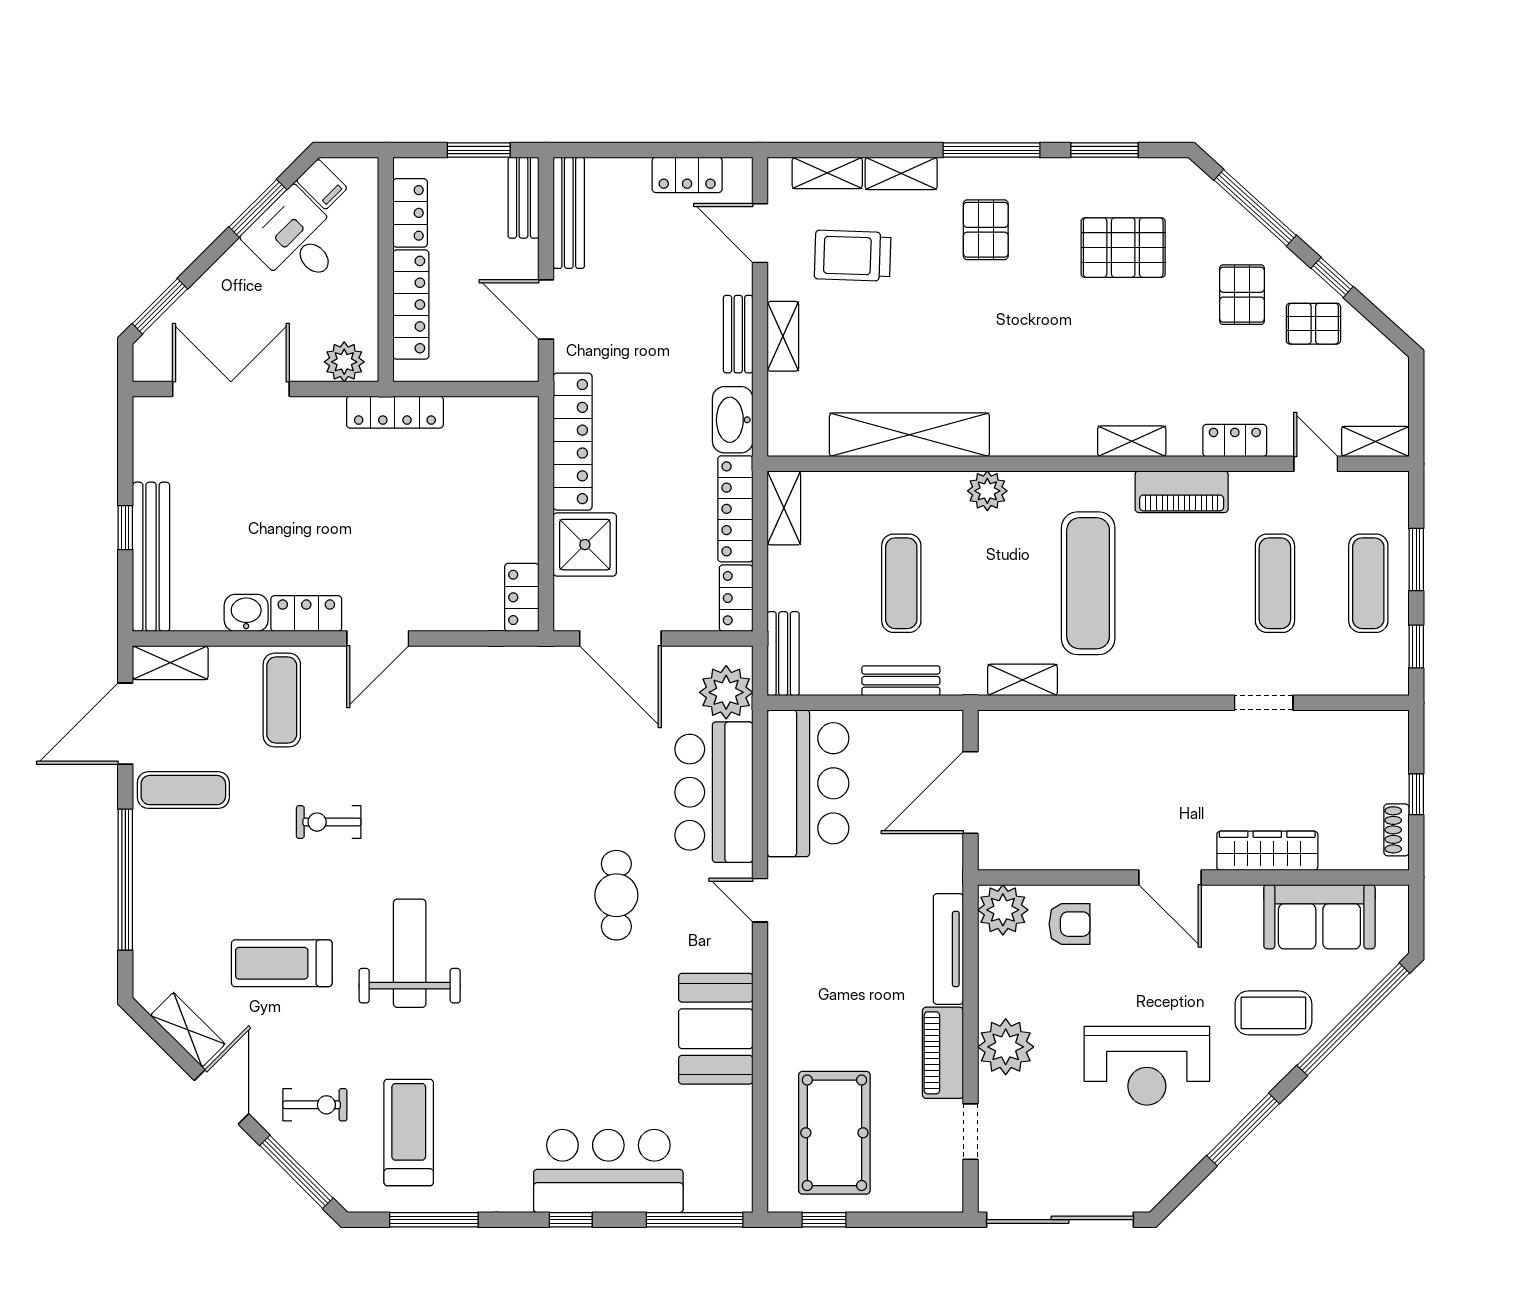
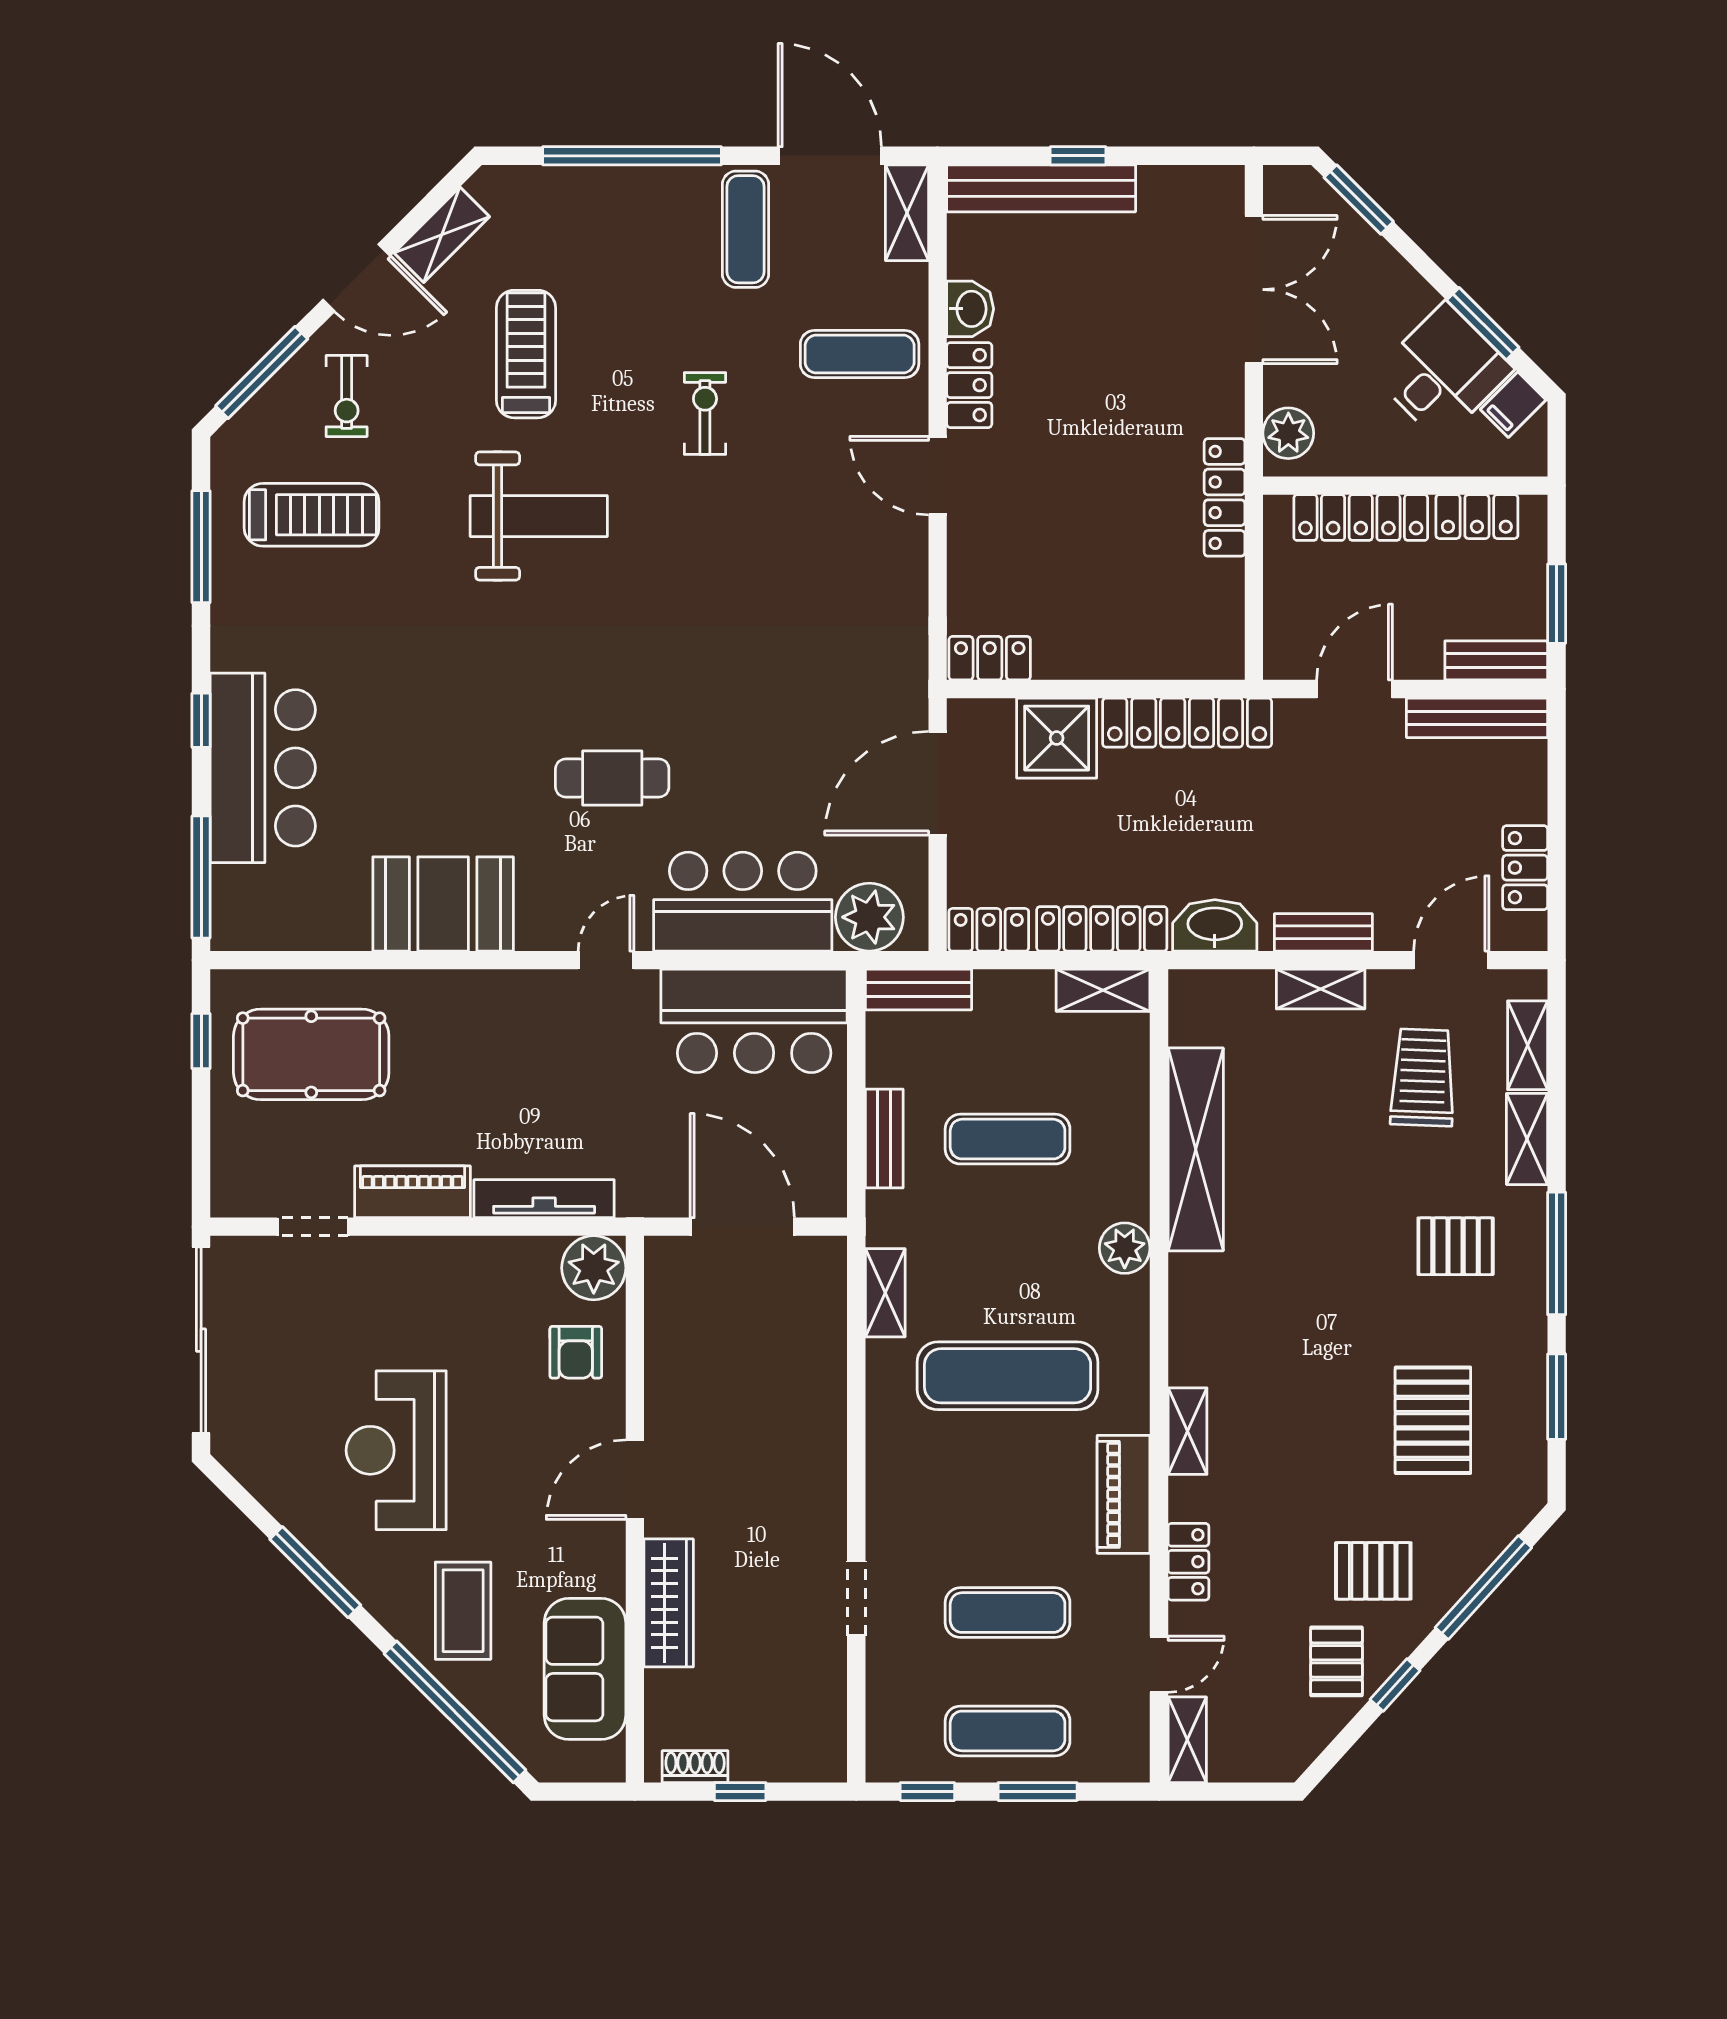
plant: (1006, 1047) -> (420, 1271), removed

